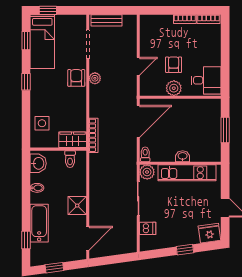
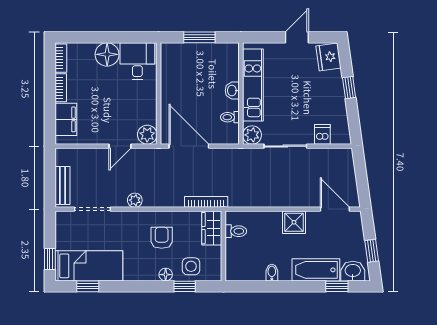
filing cabinet: (159, 23) -> (66, 119), added
floor lamp: (211, 56) -> (107, 54), added
armchair: (174, 65) -> (118, 102), removed
door: (138, 66) -> (120, 146), swing flipped
armchair: (76, 78) -> (162, 238), moved, turned 90
window: (26, 82) -> (185, 286), moved
plant: (174, 88) -> (147, 135), moved
floor lamp: (35, 103) -> (166, 275), added
toilet: (145, 154) -> (230, 117), moved
washbasin: (38, 163) -> (353, 271), moved

